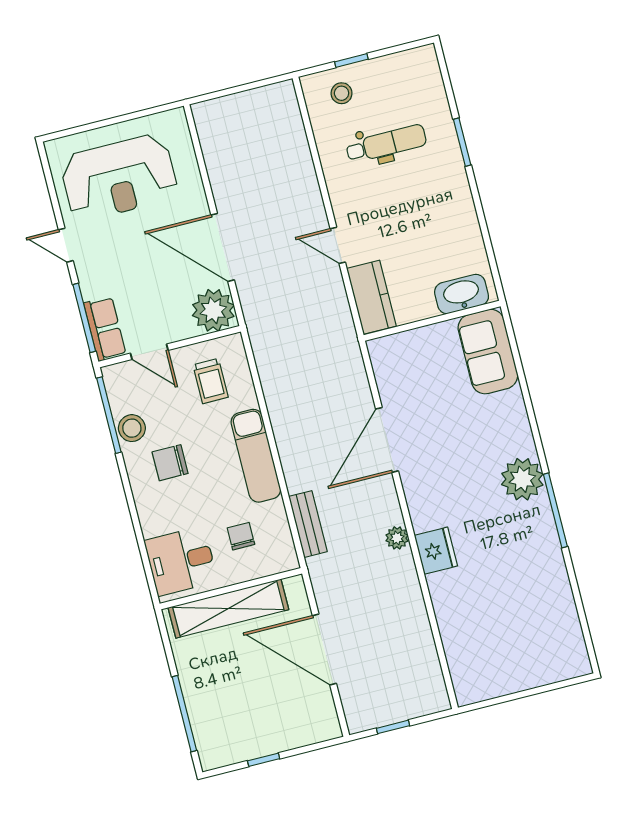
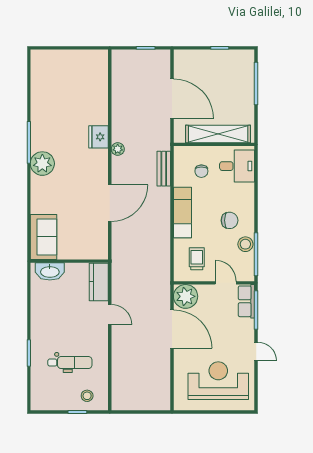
dental chair: (386, 144) -> (70, 363), turned 180

